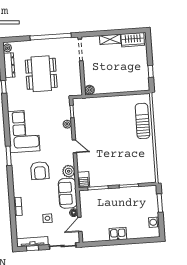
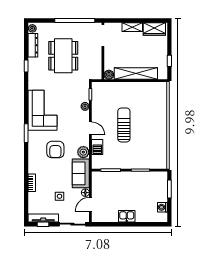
shelving: (117, 87) -> (136, 74), added
sun lounger: (142, 121) -> (124, 125), moved
barbecue: (84, 180) -> (97, 147), moved

